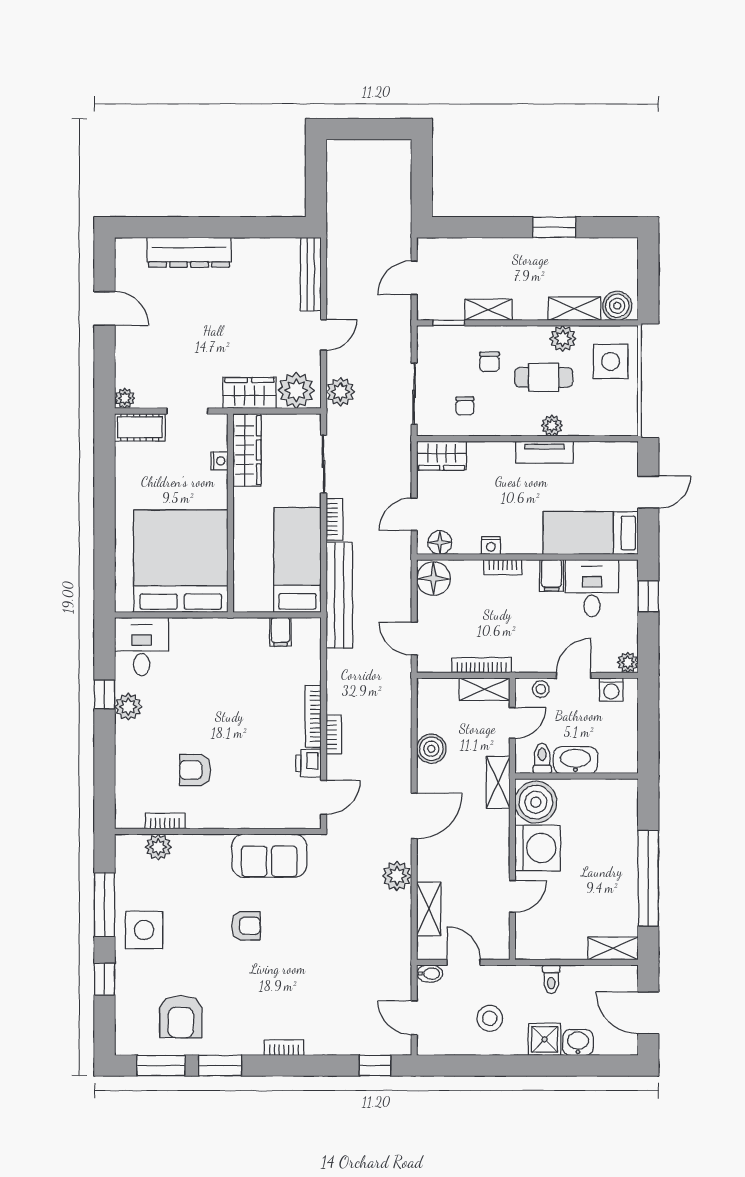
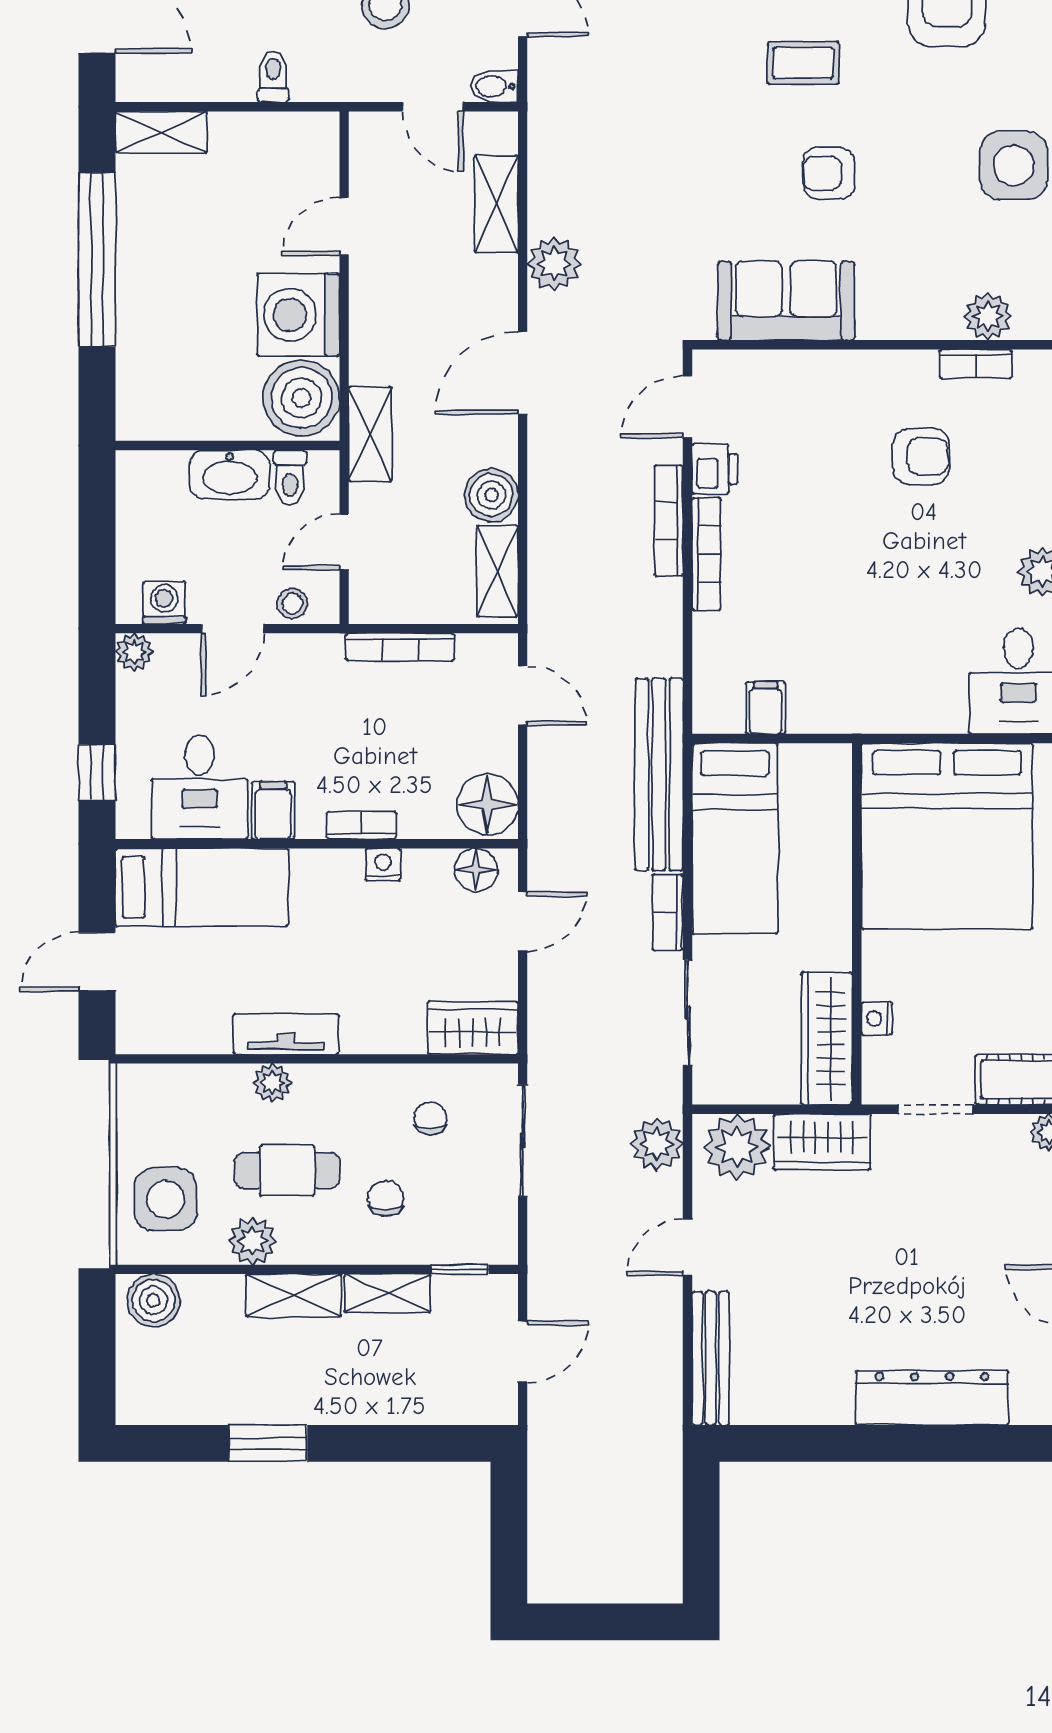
shelving: (574, 309) -> (293, 1295), moved
shelving: (485, 689) -> (497, 571), moved, turned 90
bookcase: (334, 735) -> (669, 521), width x1.56
coffee table: (260, 986) -> (803, 63), added

